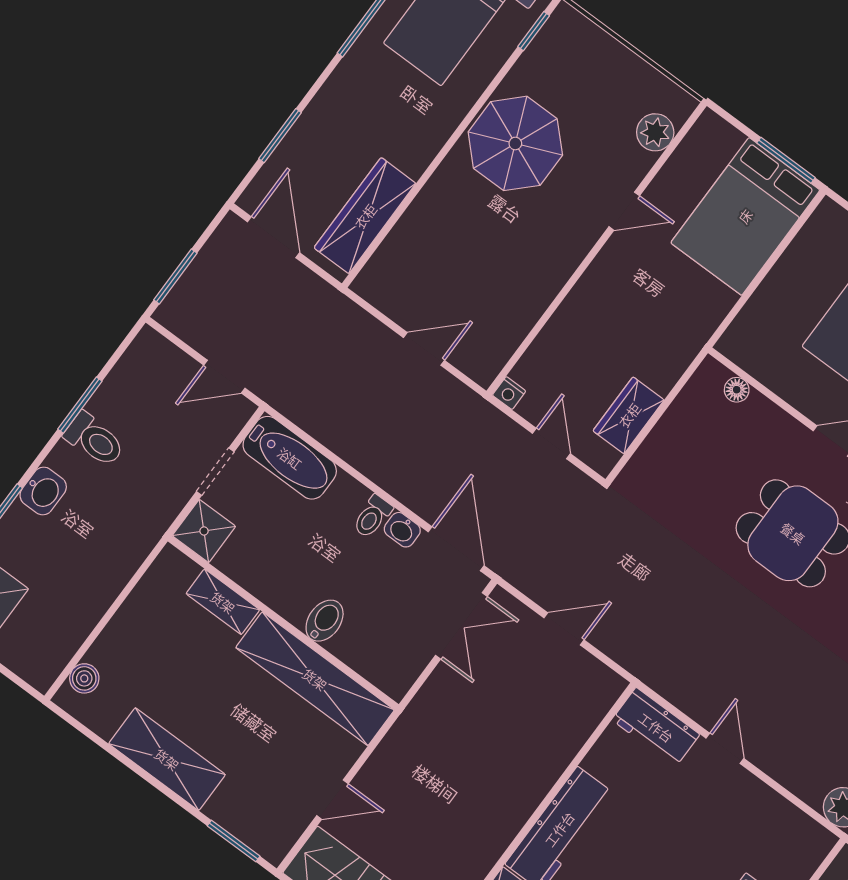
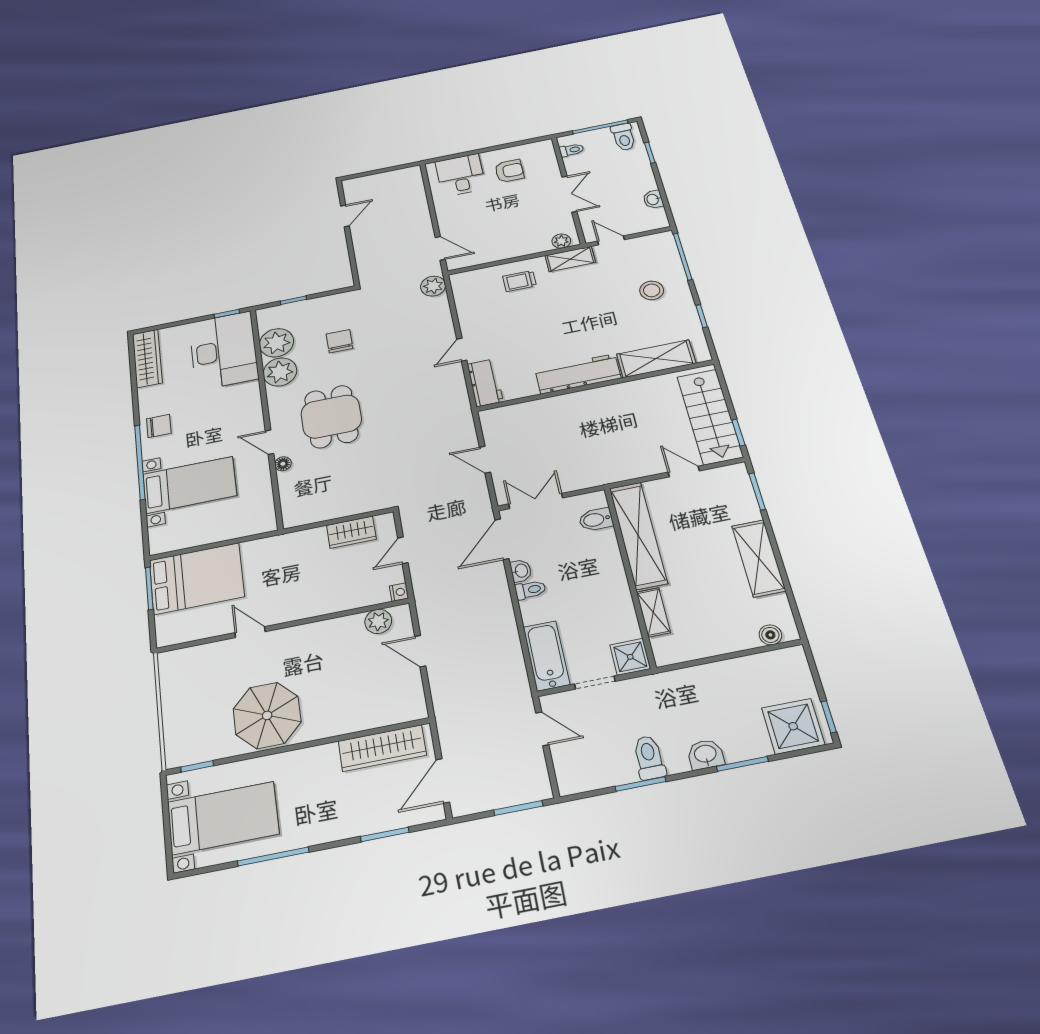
plant: (655, 132) -> (378, 621), moved
floor lamp: (737, 390) -> (283, 464), moved
bidet: (325, 621) -> (596, 520), moved

